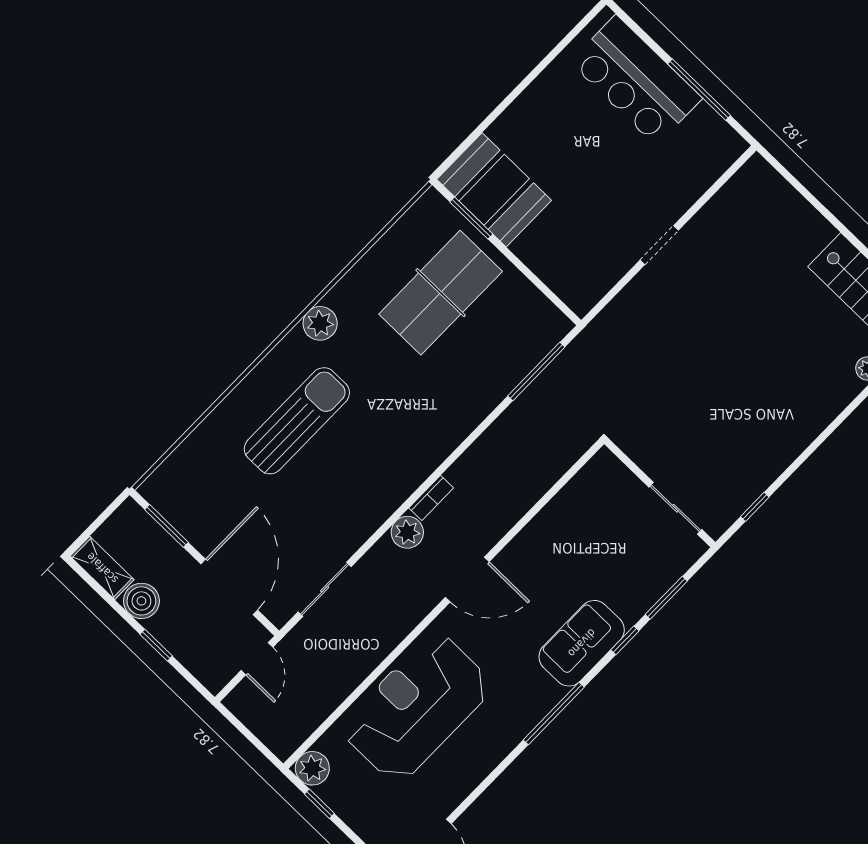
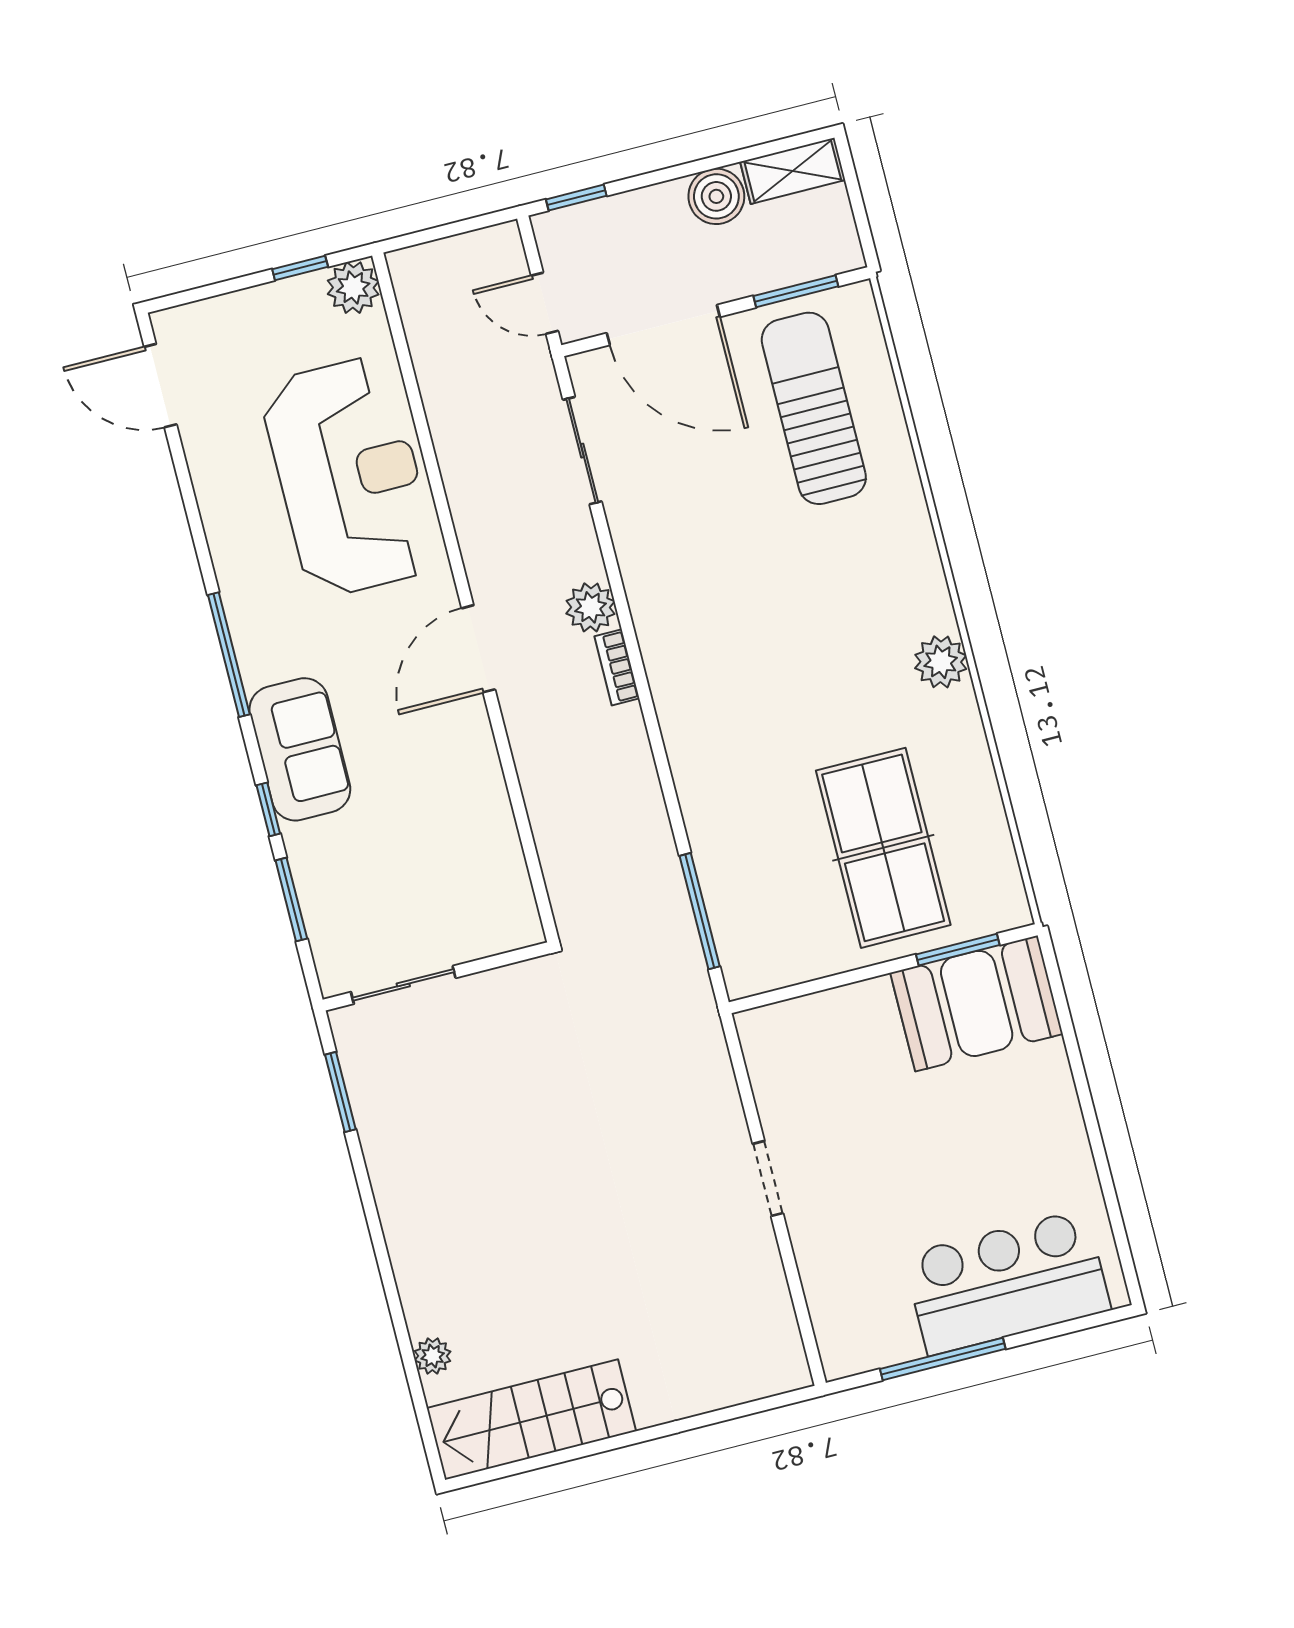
sun lounger: (297, 421) -> (814, 408), moved, turned 180
window: (755, 507) -> (340, 1092), width x1.50
window: (156, 645) -> (576, 198), moved

